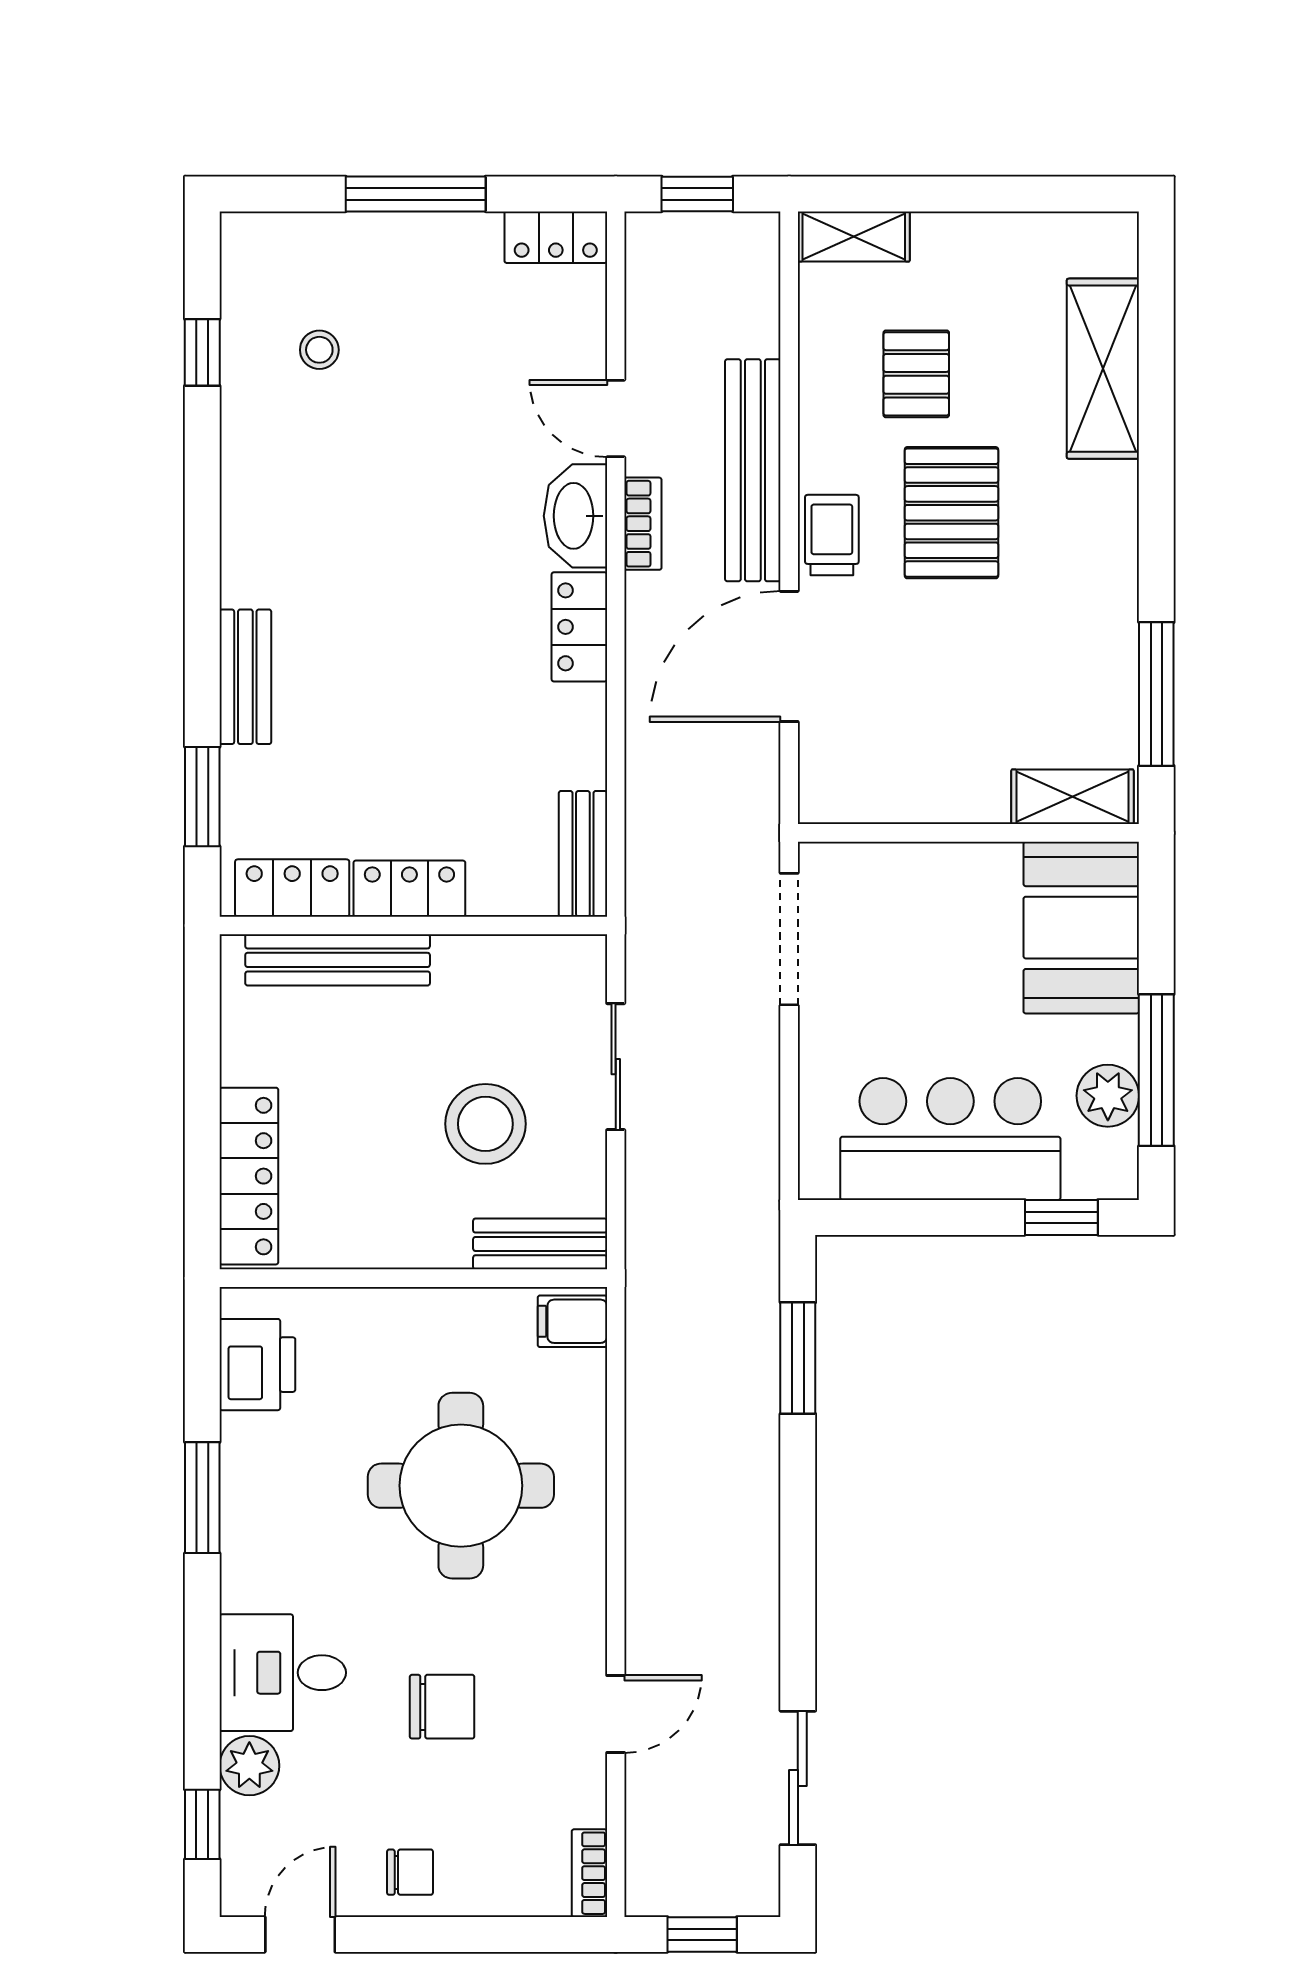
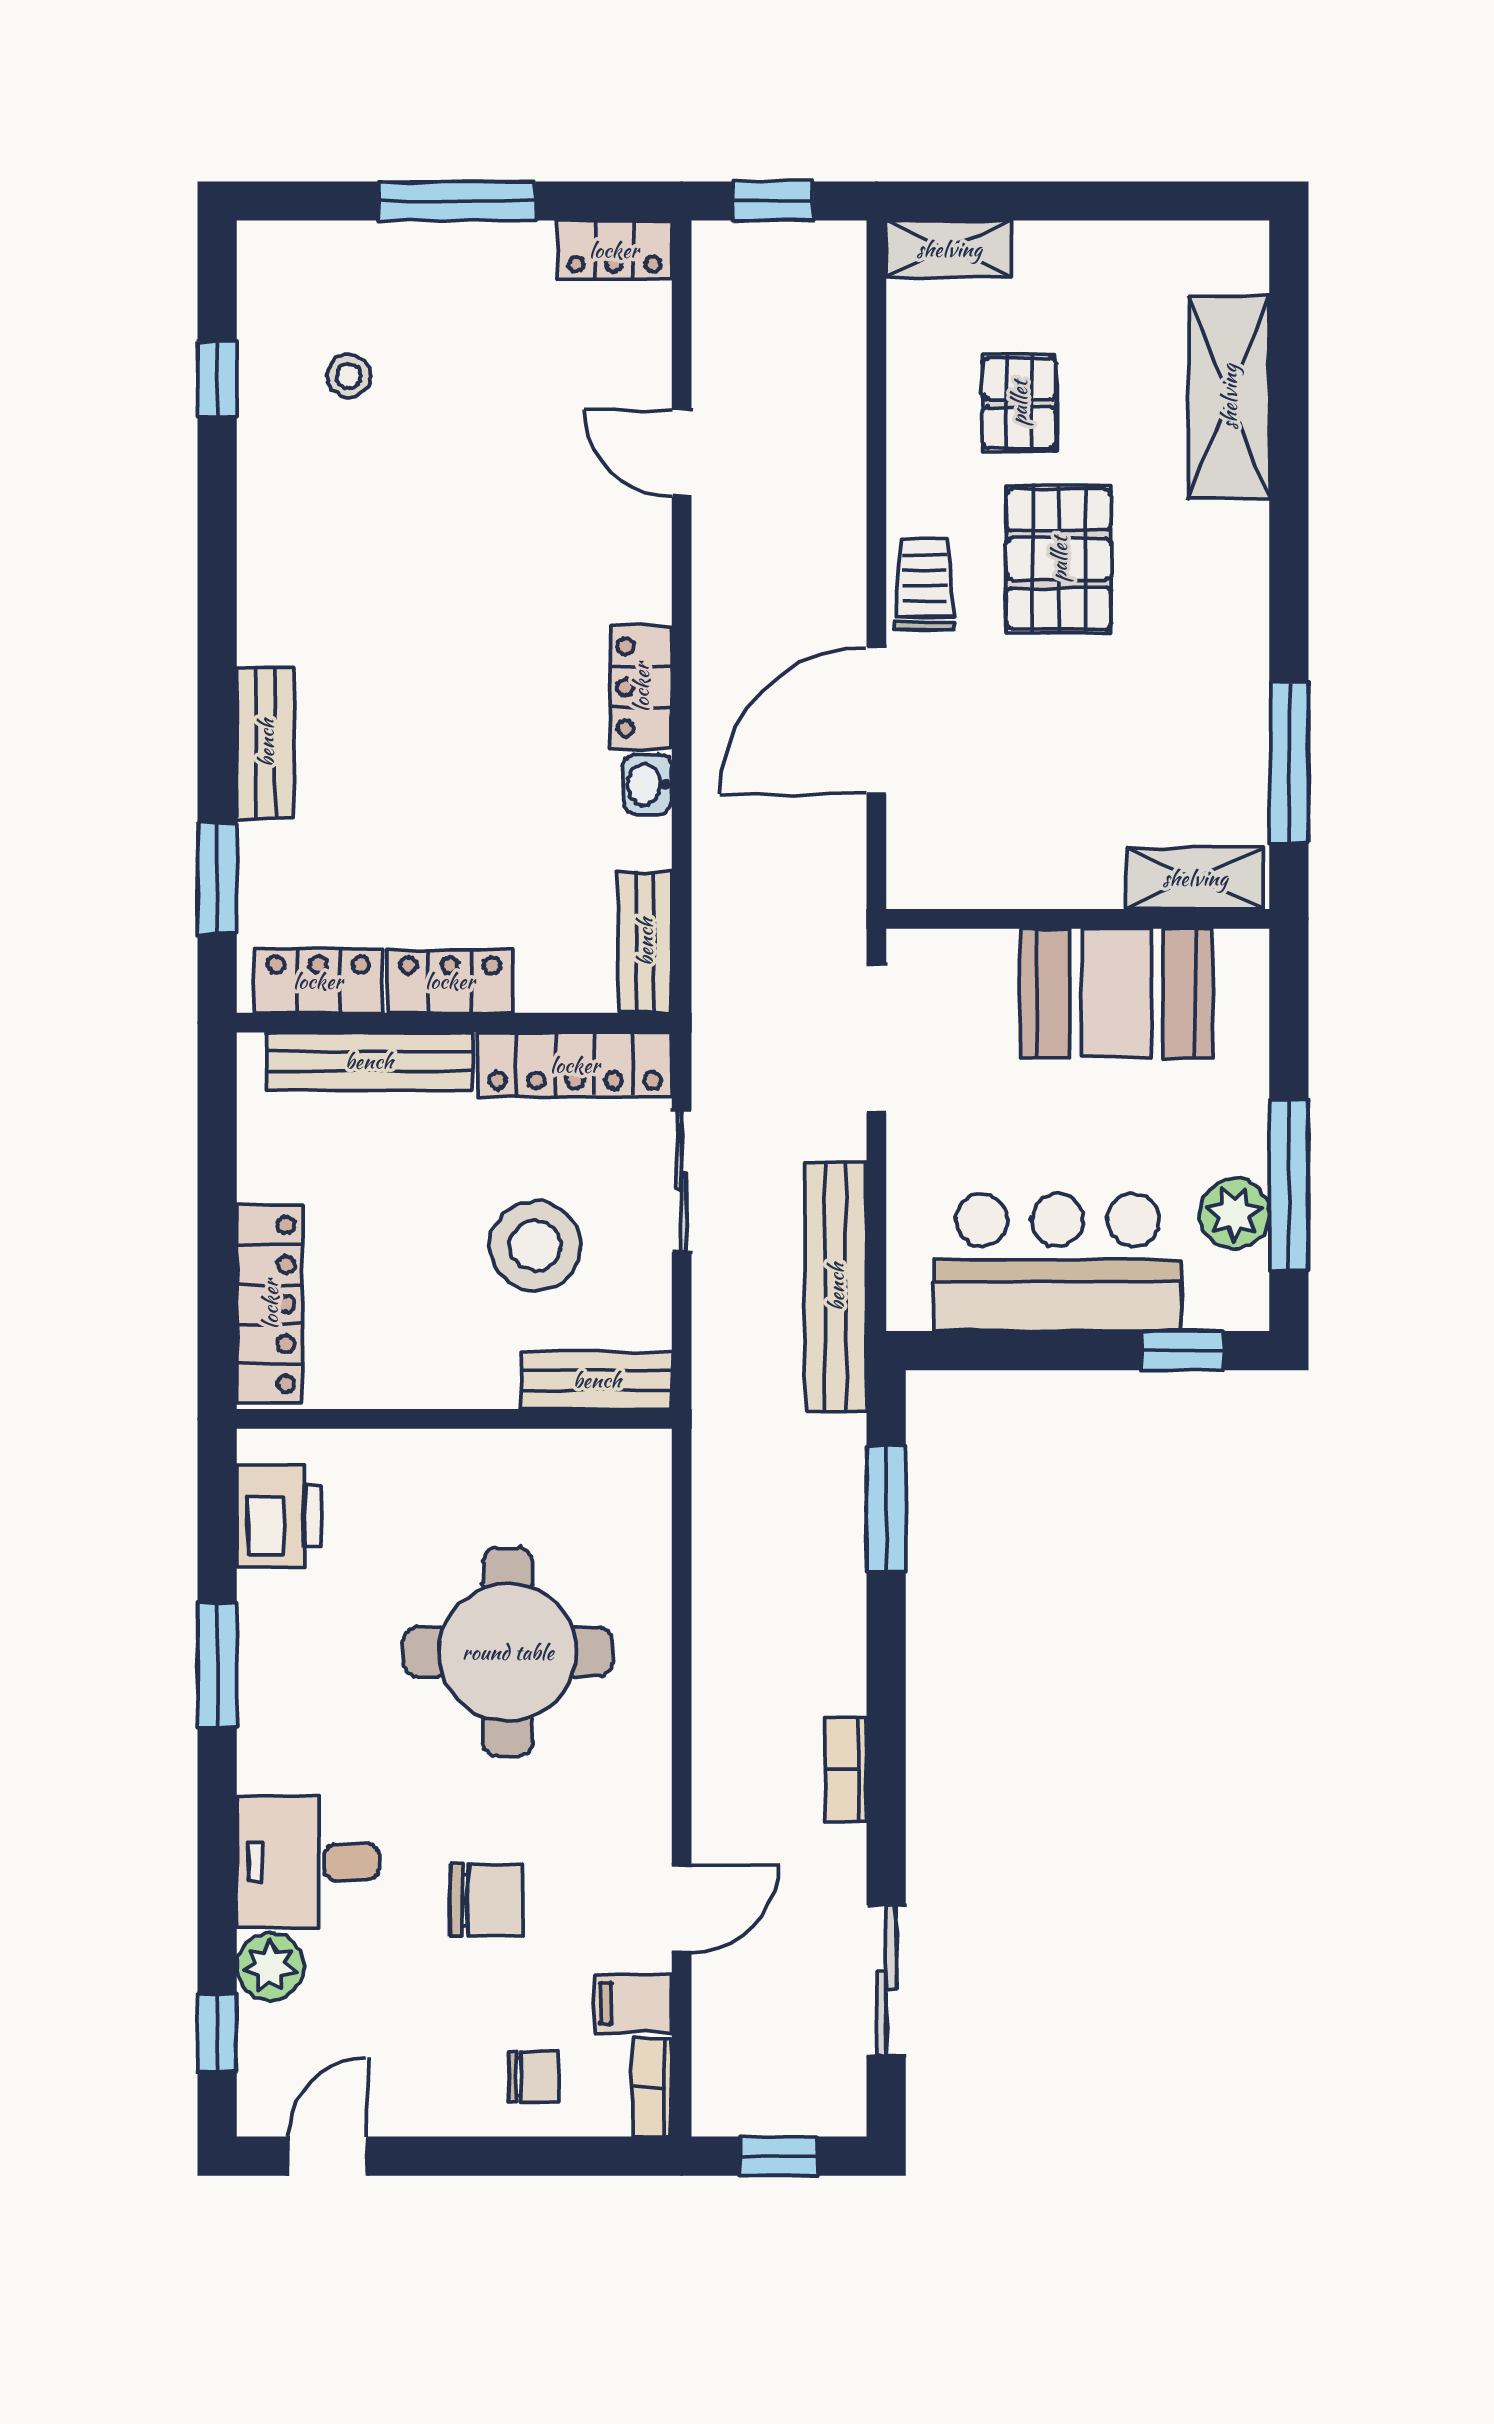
bench: (753, 470) -> (836, 1287), moved
washbasin: (575, 516) -> (647, 784), moved, width x0.52, depth x0.69
bookcase: (643, 524) -> (846, 1770), moved, turned 180
booth: (1081, 928) -> (1116, 993), moved, turned 90
locker: (521, 963) -> (575, 1065), added
filing cabinet: (572, 1321) -> (633, 2004), moved
chair: (410, 1872) -> (534, 2077), moved

